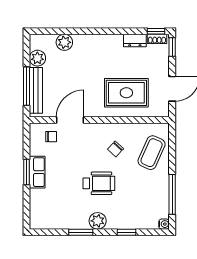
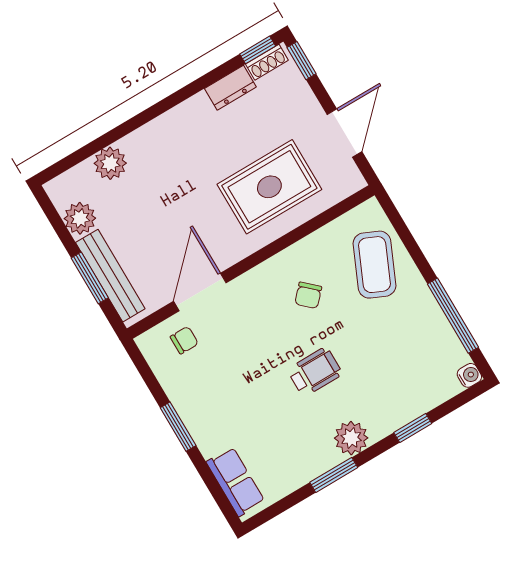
window: (27, 86) -> (90, 278), width x0.69
row of seats: (37, 172) -> (236, 482), moved
wheelchair: (99, 183) -> (315, 372), width x0.73, depth x0.73

